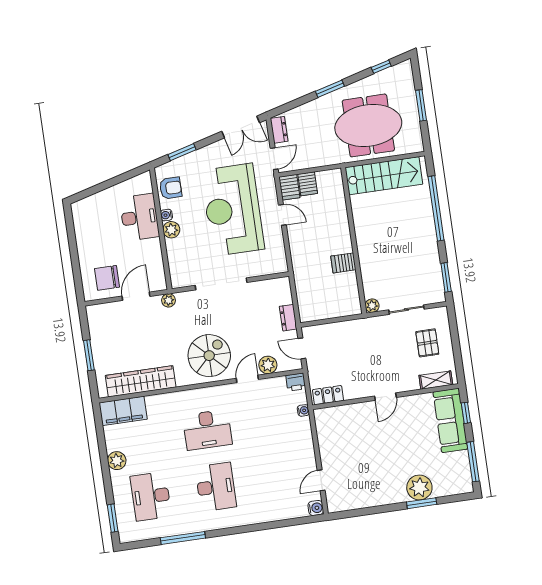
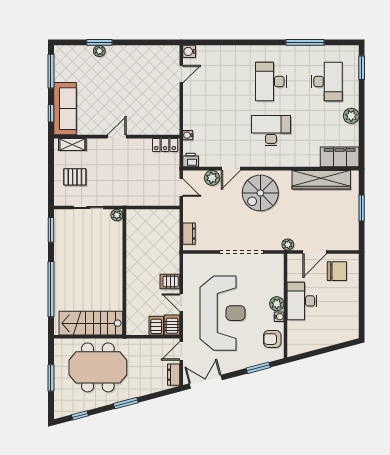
desk: (140, 217) -> (302, 301), moved
server rack: (343, 263) -> (170, 281), moved, turned 180
dresser: (288, 318) -> (189, 234), moved
pallet: (427, 343) -> (75, 177), turned 90
plant: (419, 487) -> (99, 51), width x0.53, depth x0.53

